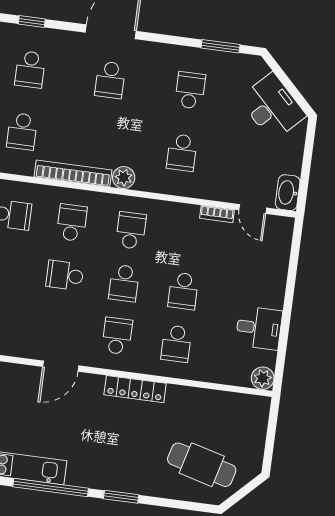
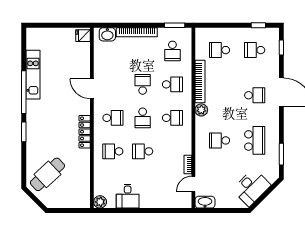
school desk: (110, 80) -> (255, 95), turned 180
school desk: (190, 90) -> (255, 140), width x1.85
school desk: (124, 283) -> (143, 118), turned -90
cafe table: (202, 465) -> (47, 174), turned 32

